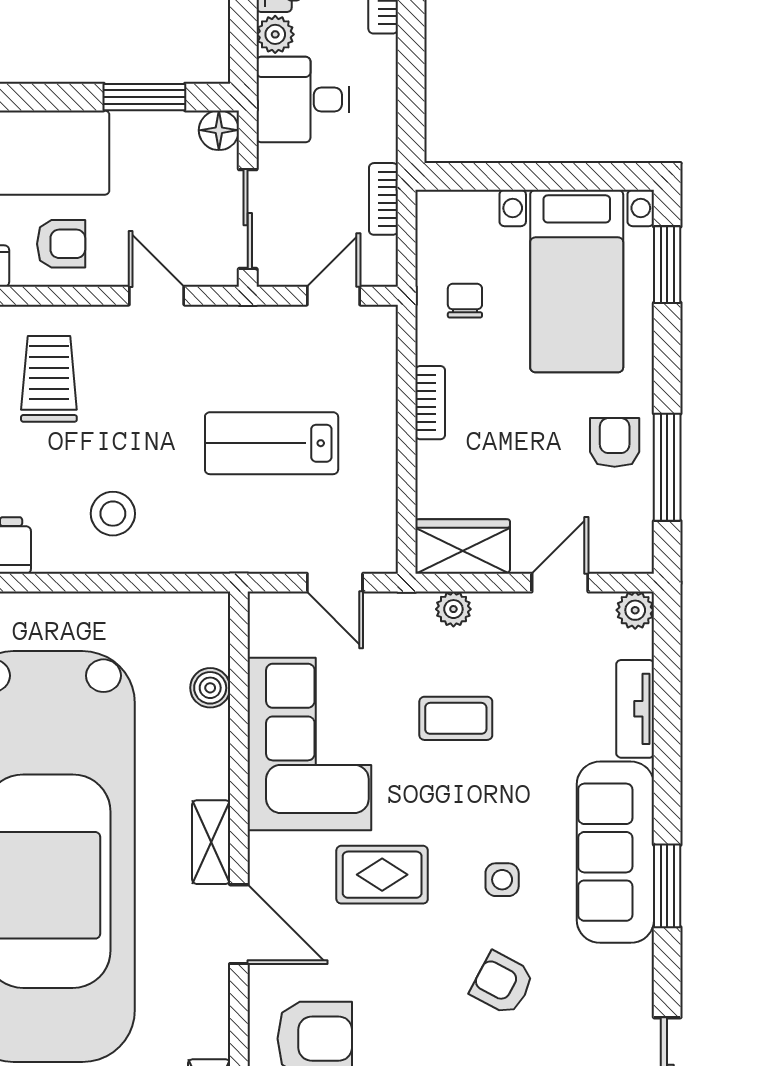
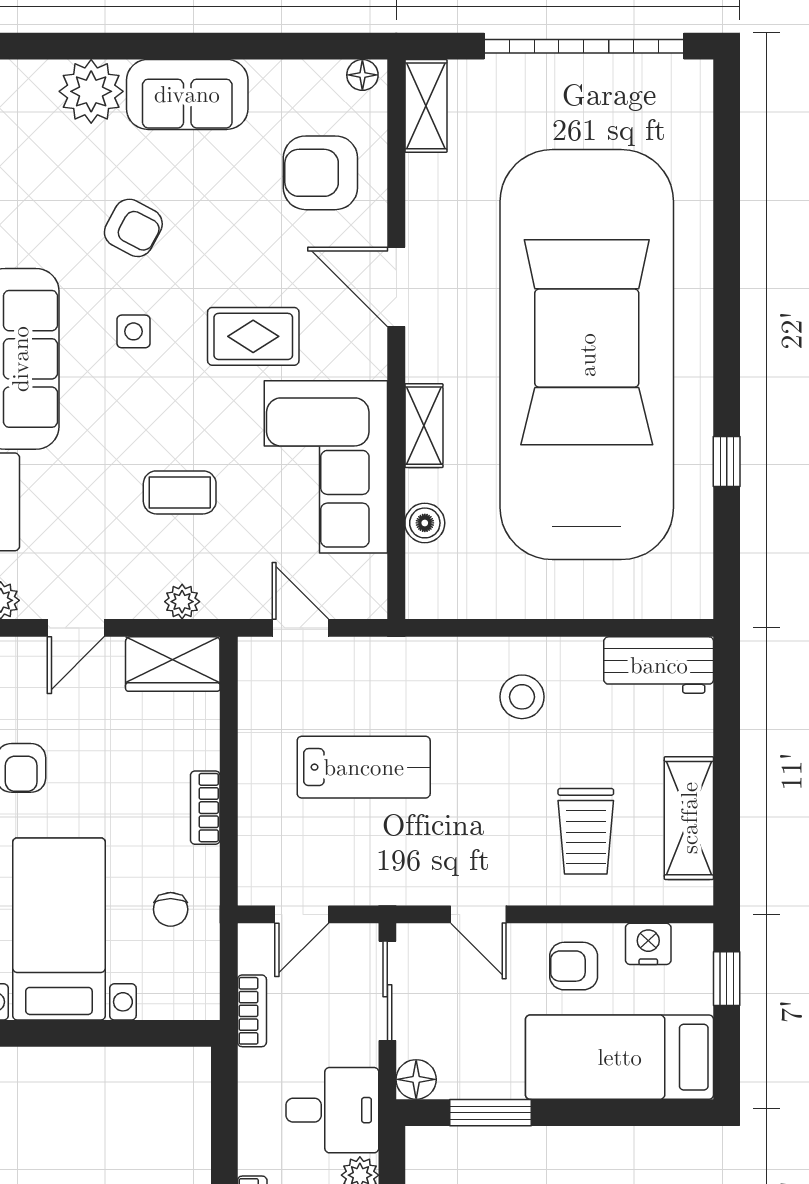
shelving: (211, 842) -> (424, 426), moved

